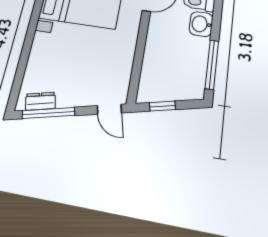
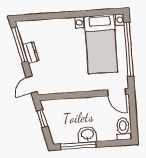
washbasin: (201, 24) -> (87, 134), moved
dresser: (40, 101) -> (31, 53), moved

